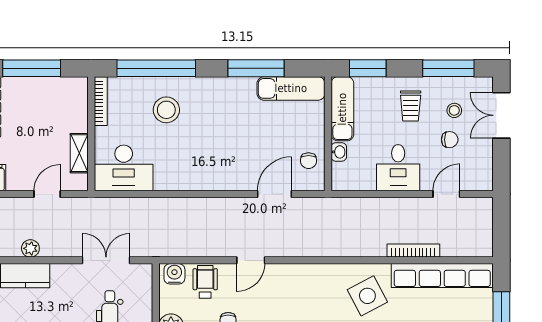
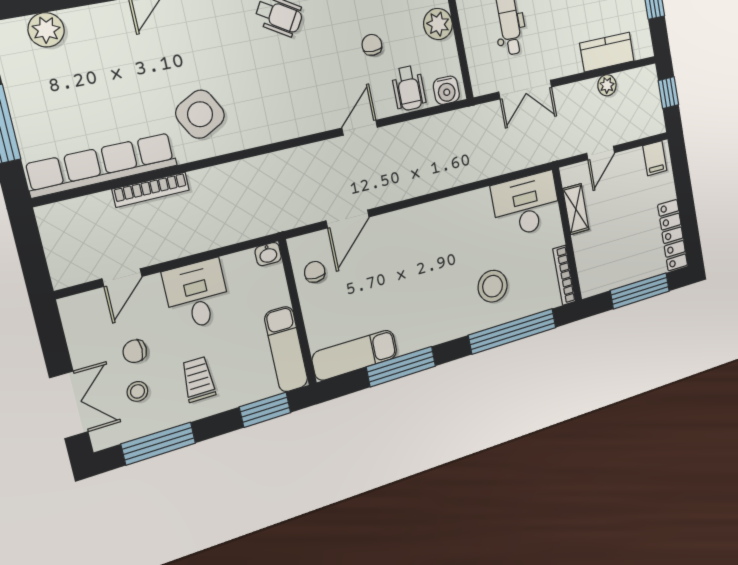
washbasin: (339, 152) -> (268, 254), moved, turned -90

